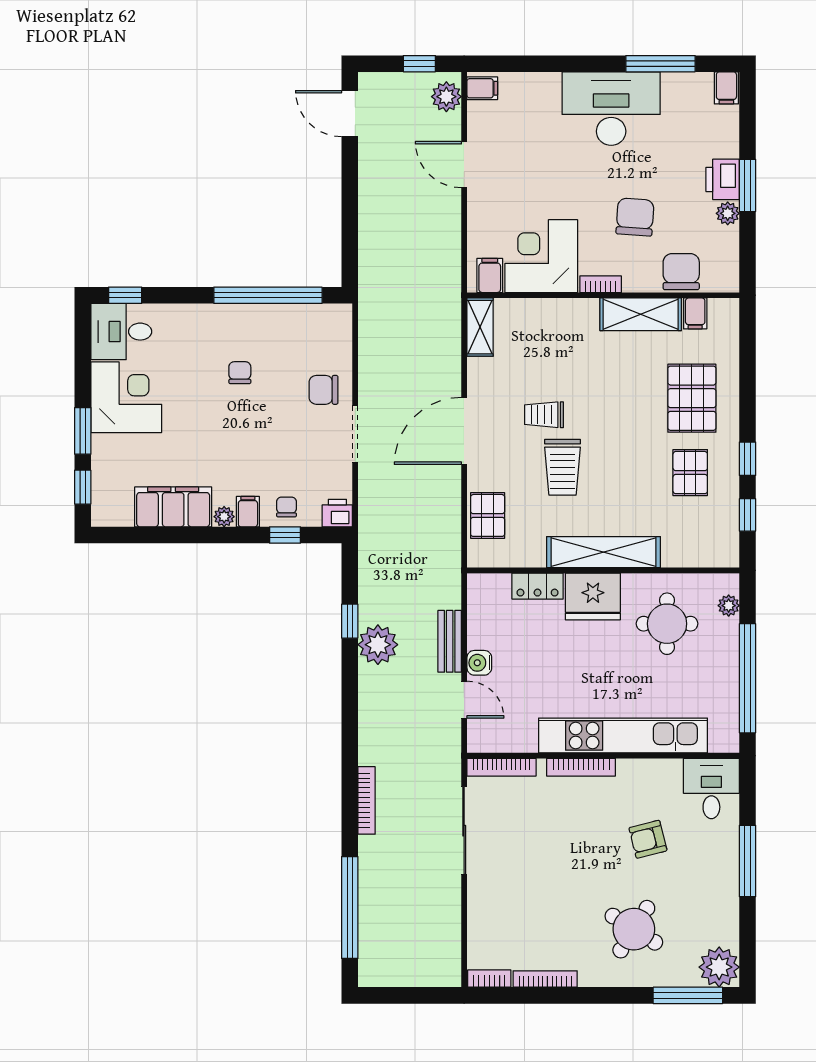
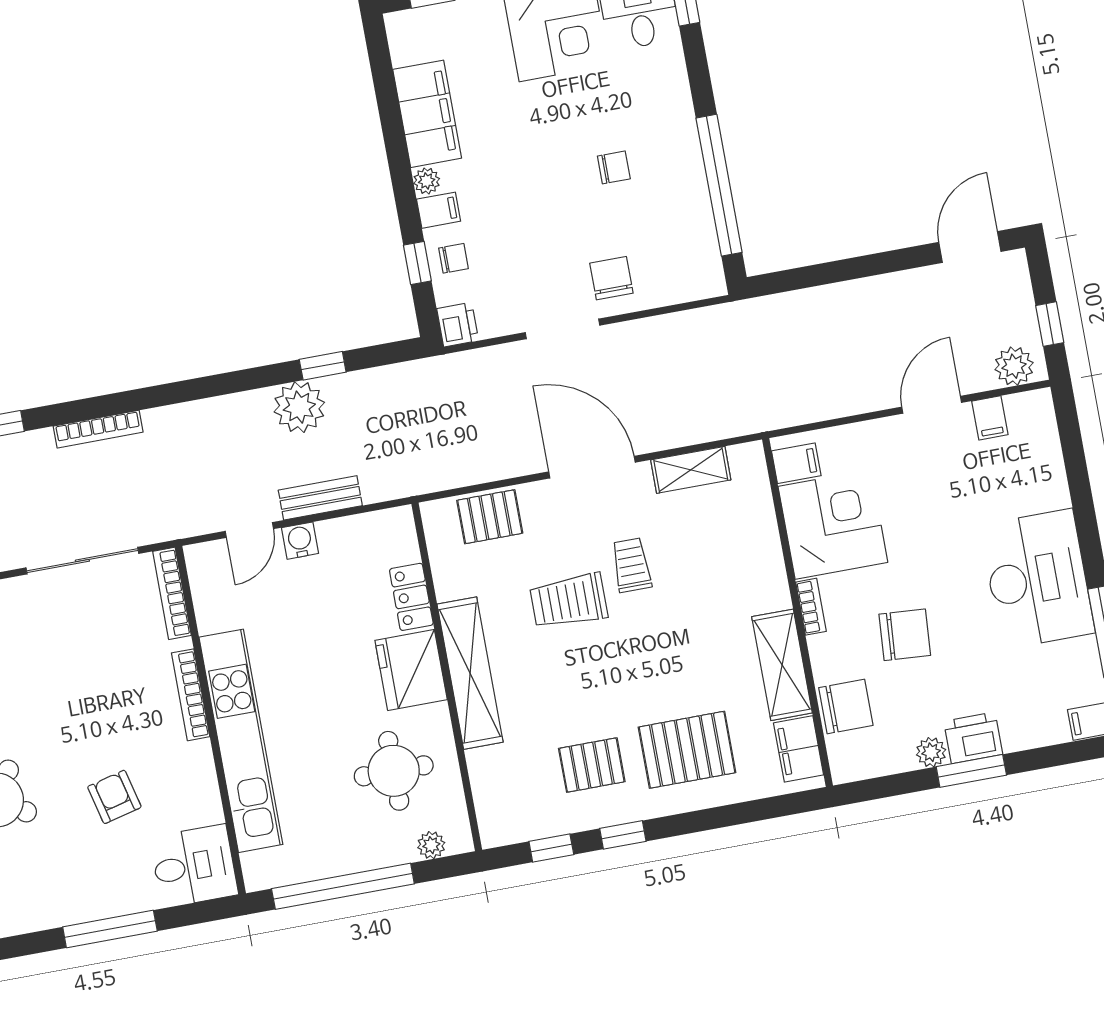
filing cabinet: (482, 88) -> (990, 418), moved
filing cabinet: (695, 313) -> (799, 749), width x2.00
shelving: (480, 327) -> (691, 470), moved

